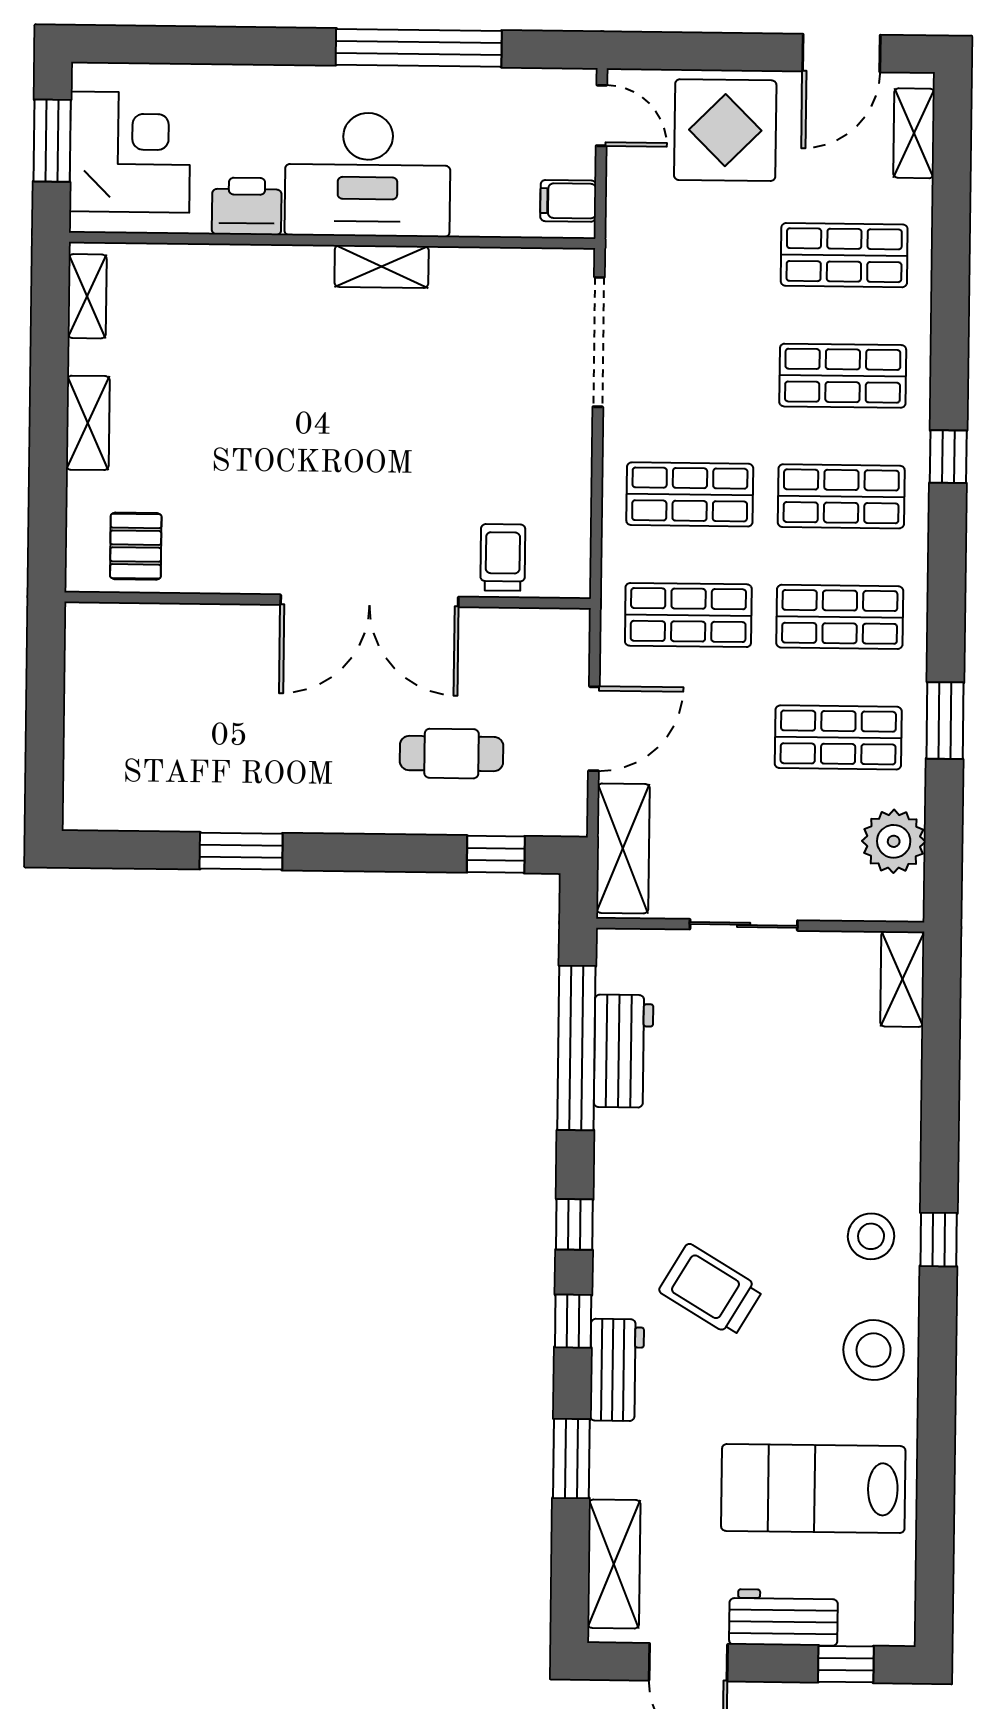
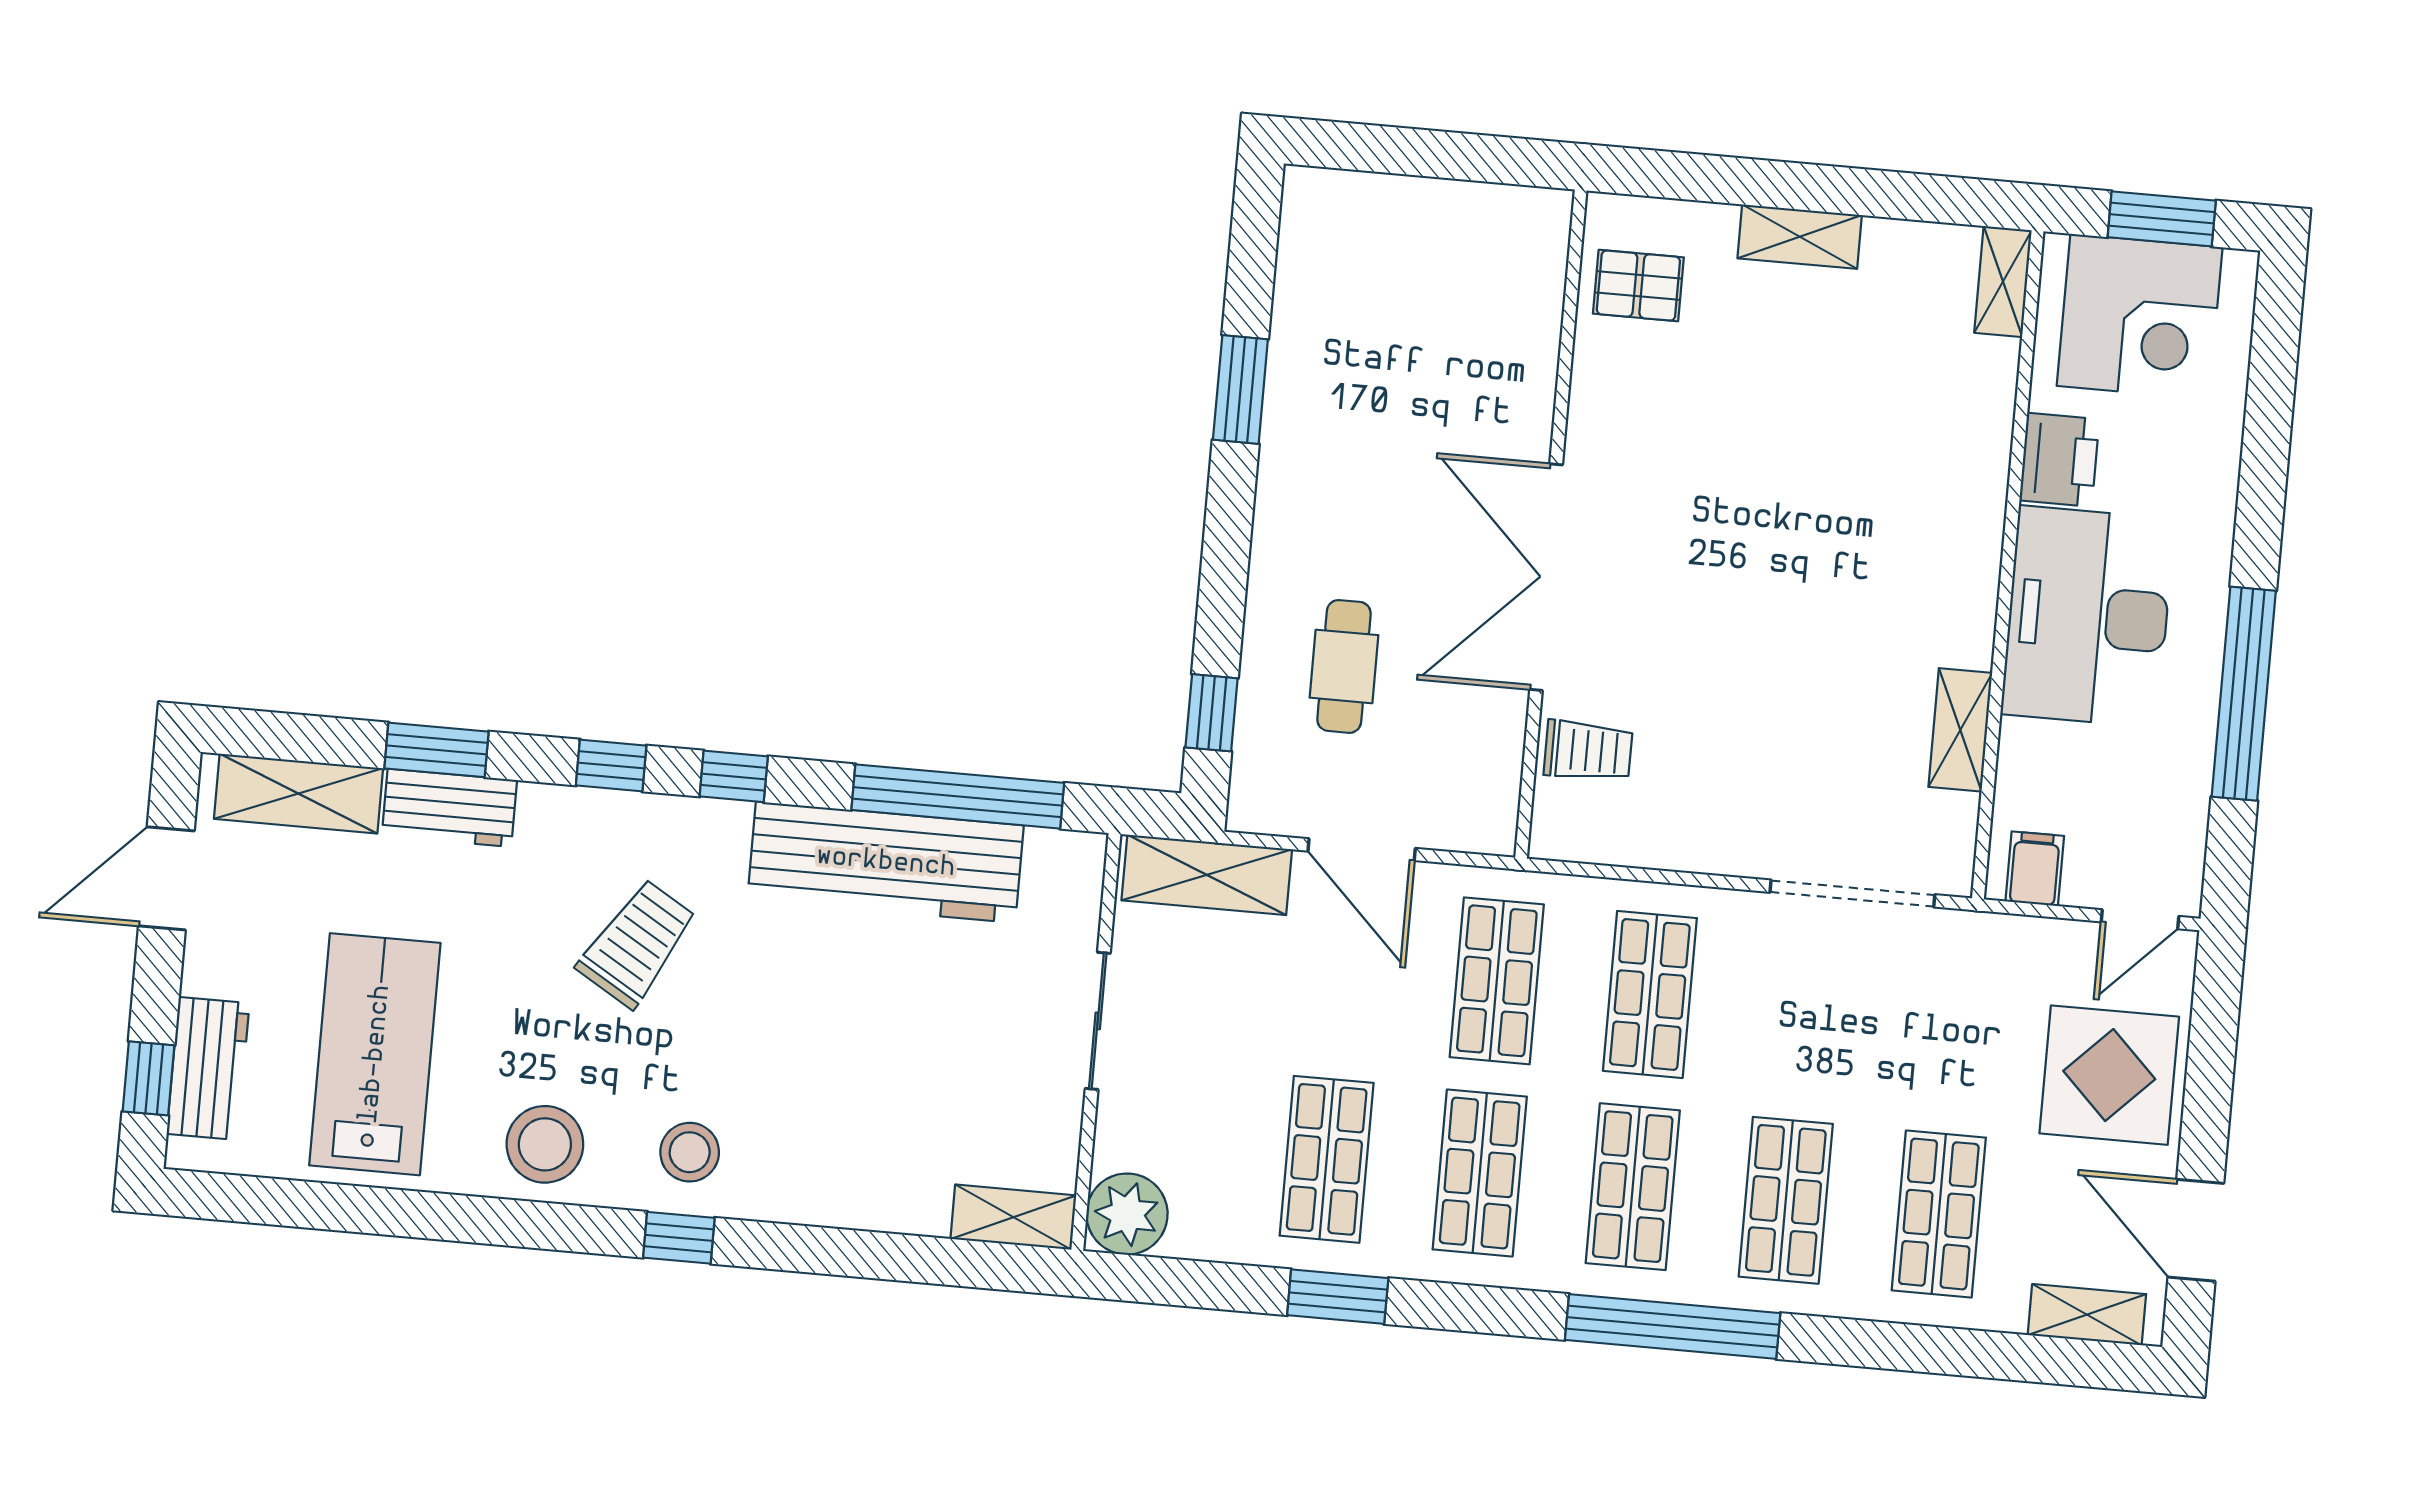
shelving: (382, 266) -> (1960, 730), moved
shelving: (87, 296) -> (2003, 282), moved, turned 90
window: (948, 457) -> (1673, 1327), width x3.17
plant: (894, 841) -> (1127, 1214), moved
workbench: (624, 1051) -> (886, 862), width x1.88, depth x1.32
workbench: (617, 1370) -> (449, 808), moved
workbench: (783, 1618) -> (208, 1068), moved

